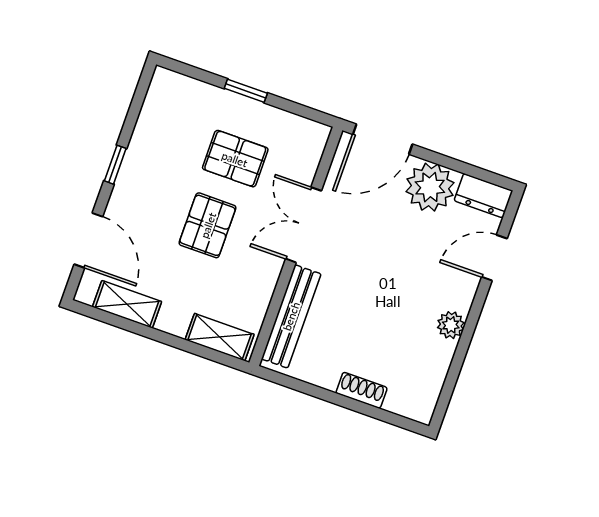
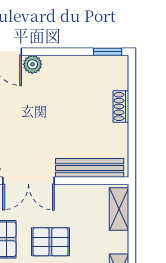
plant: (451, 325) -> (32, 64), moved
window: (444, 399) -> (108, 52), added

